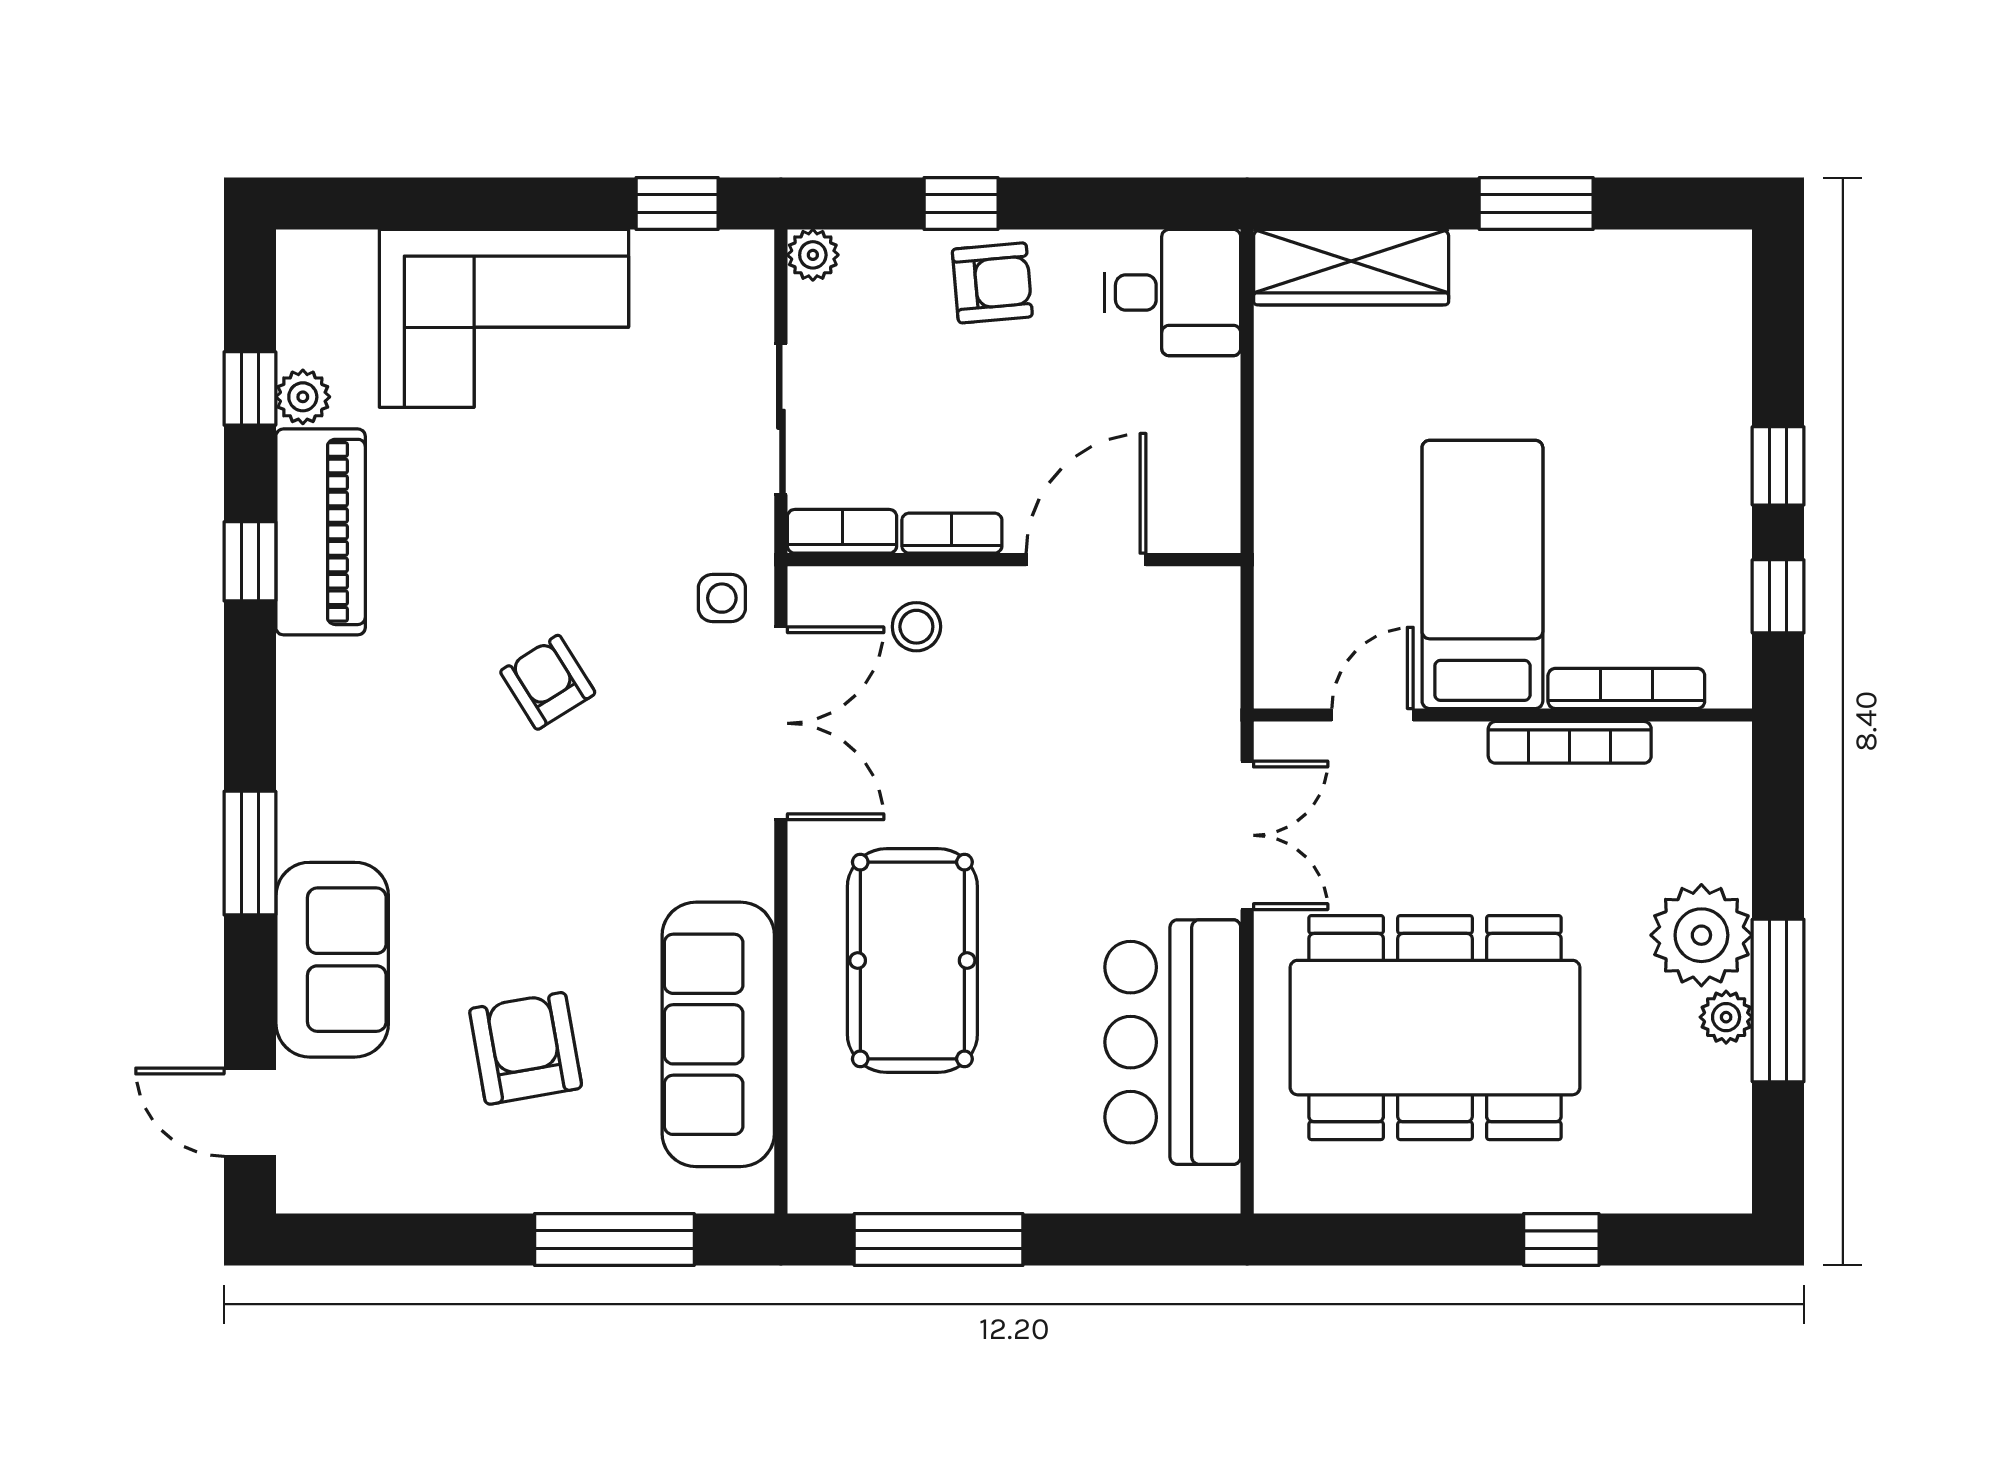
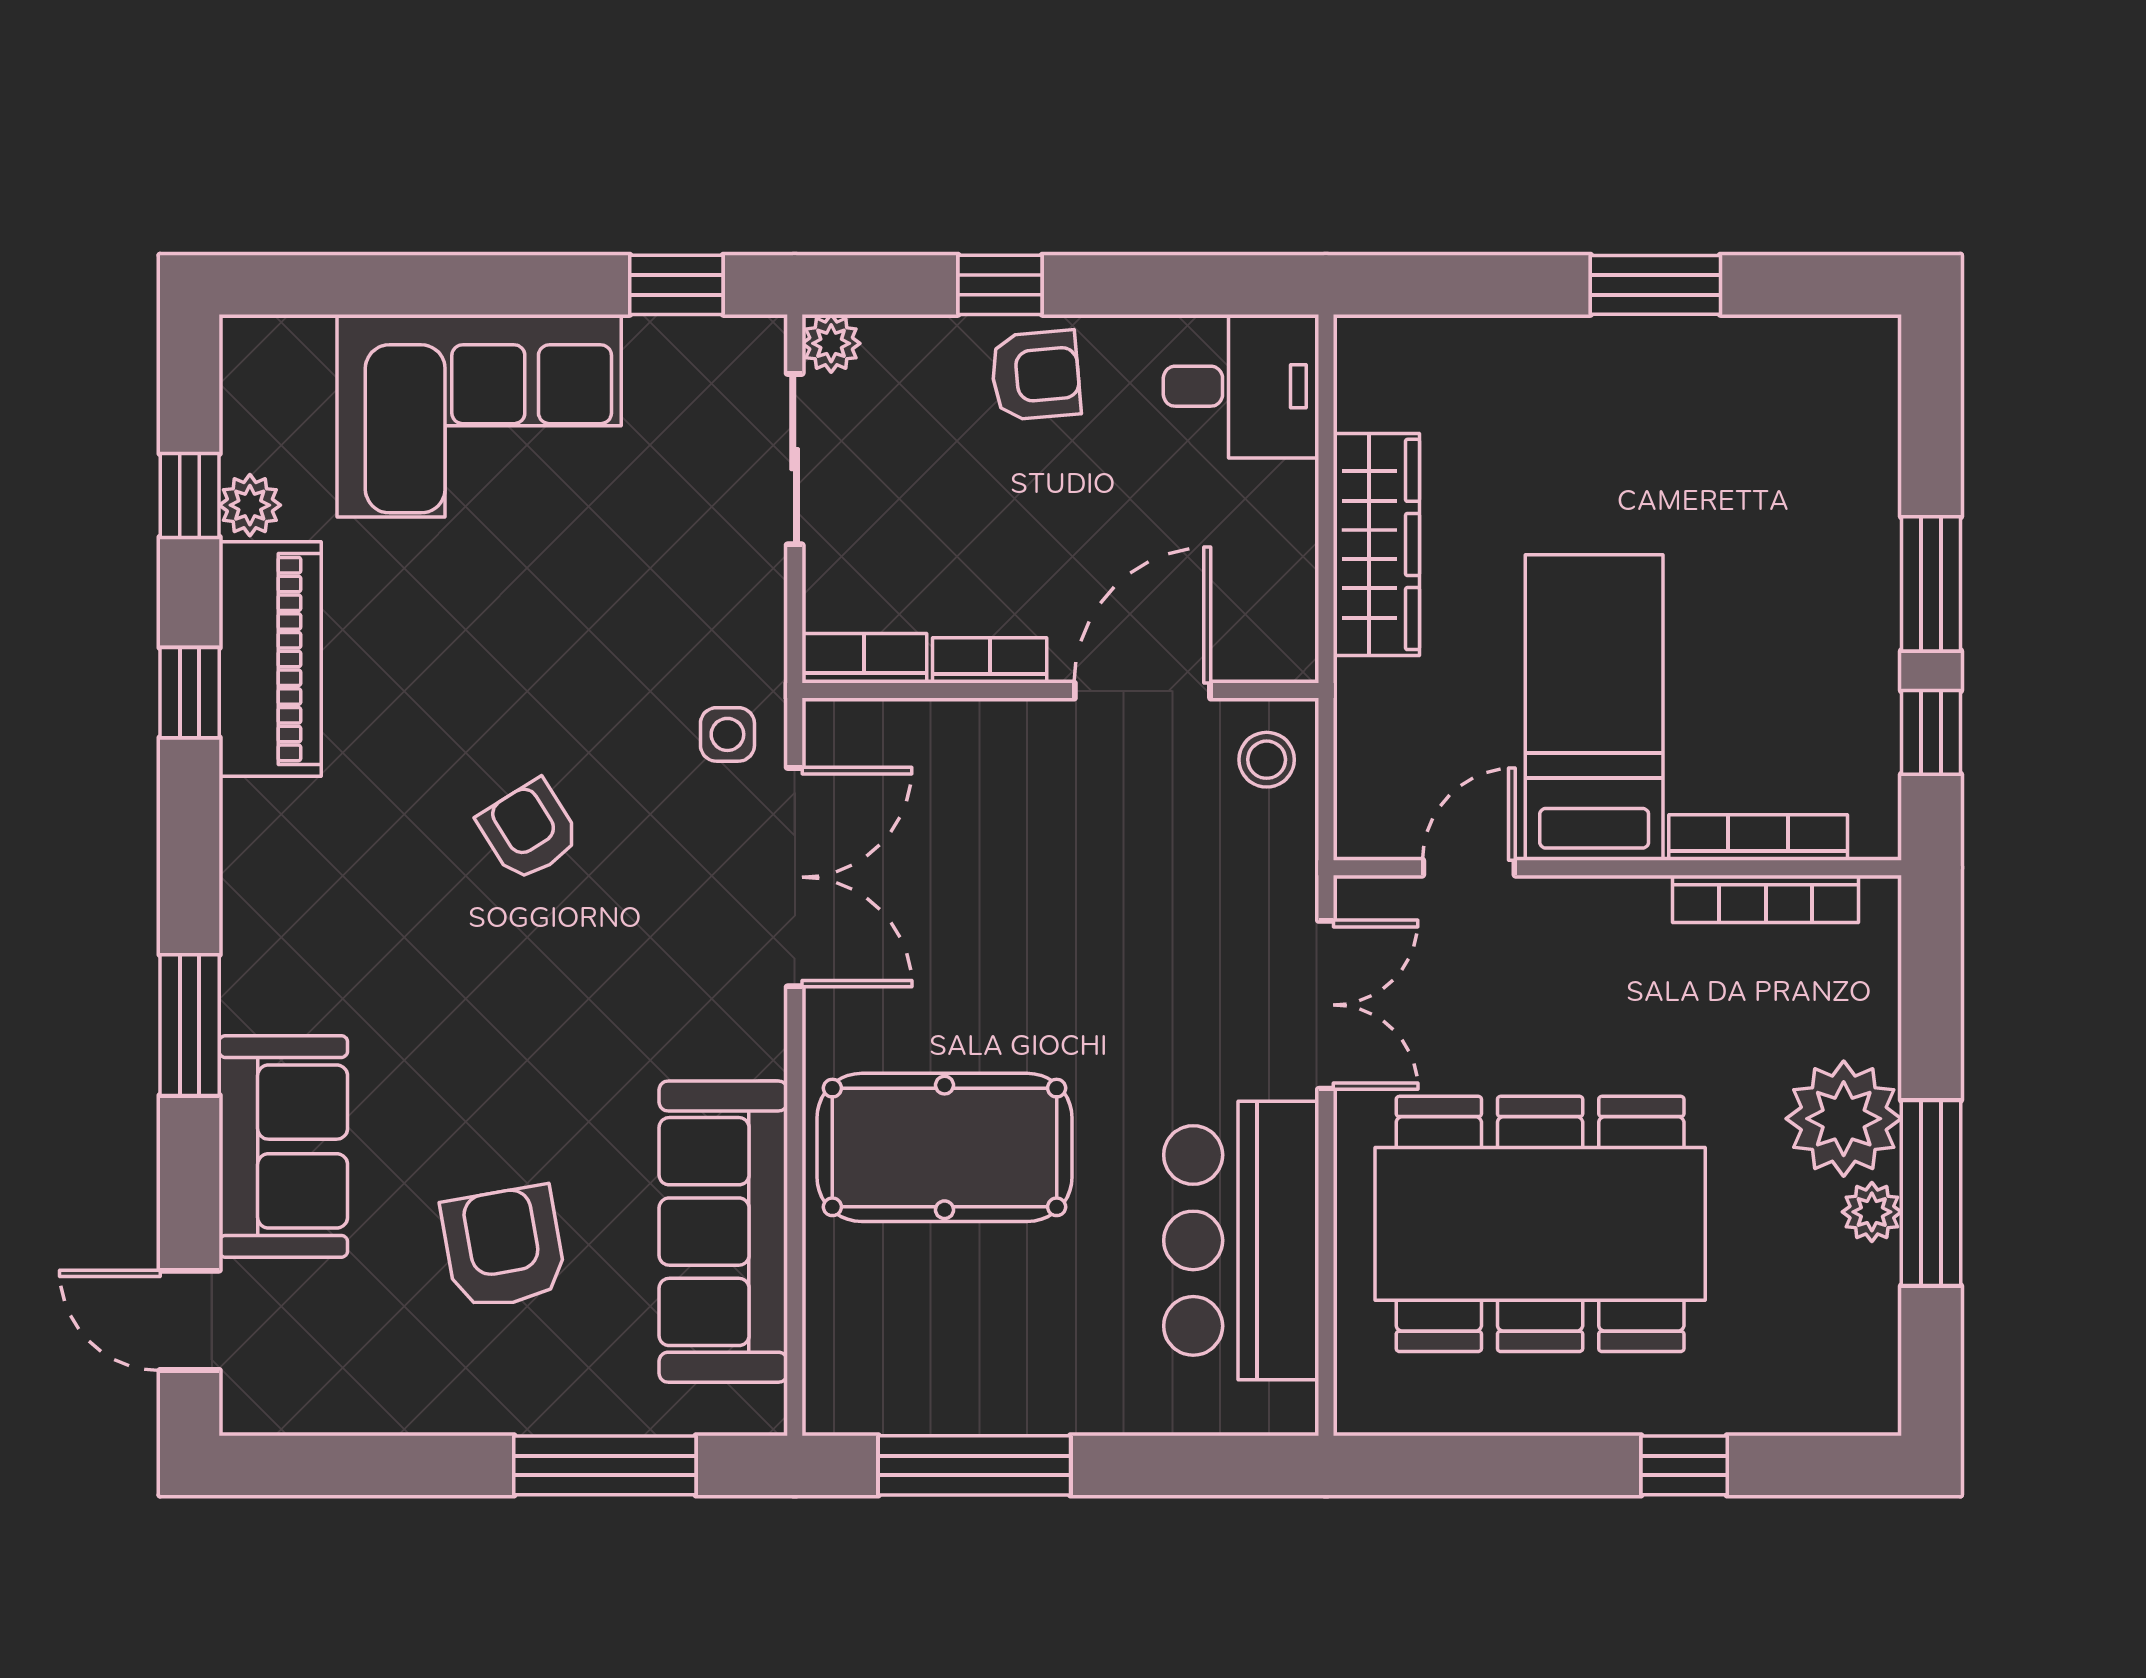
wardrobe: (1351, 267) -> (1376, 544), moved, turned -90
sliding door: (781, 419) -> (795, 459), moved
window: (1778, 466) -> (1931, 584), width x1.50
stool: (916, 627) -> (1267, 760), moved
bookcase: (1570, 742) -> (1766, 899), moved
pool table: (912, 960) -> (945, 1147), turned 90

